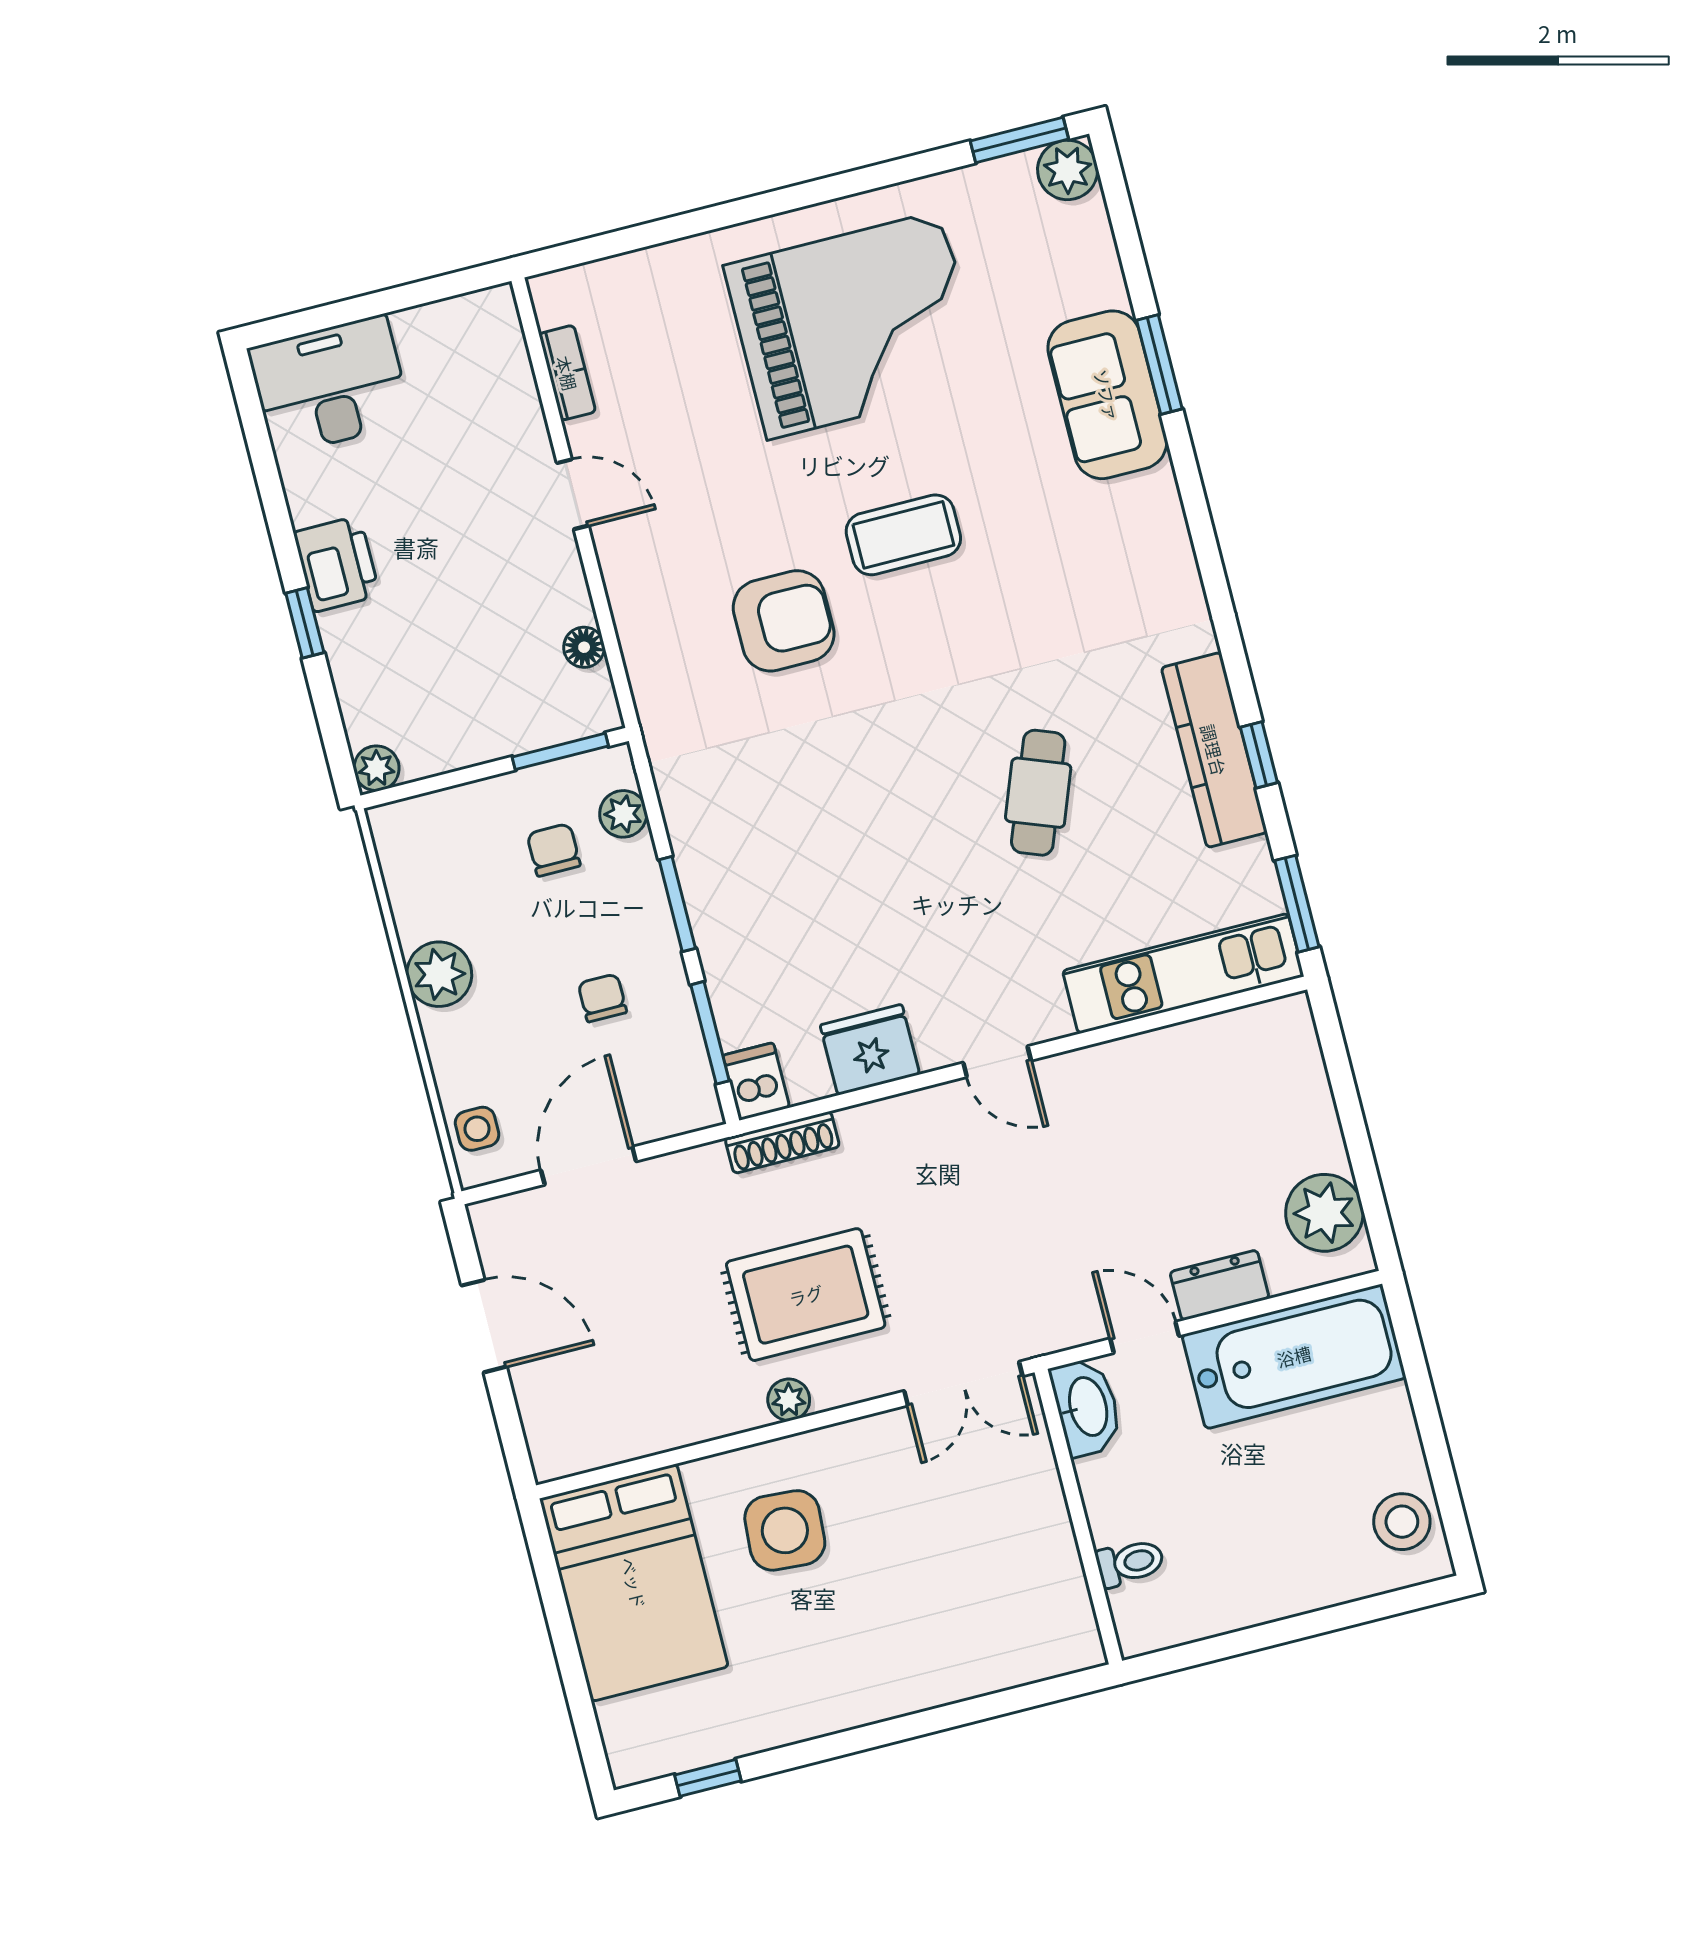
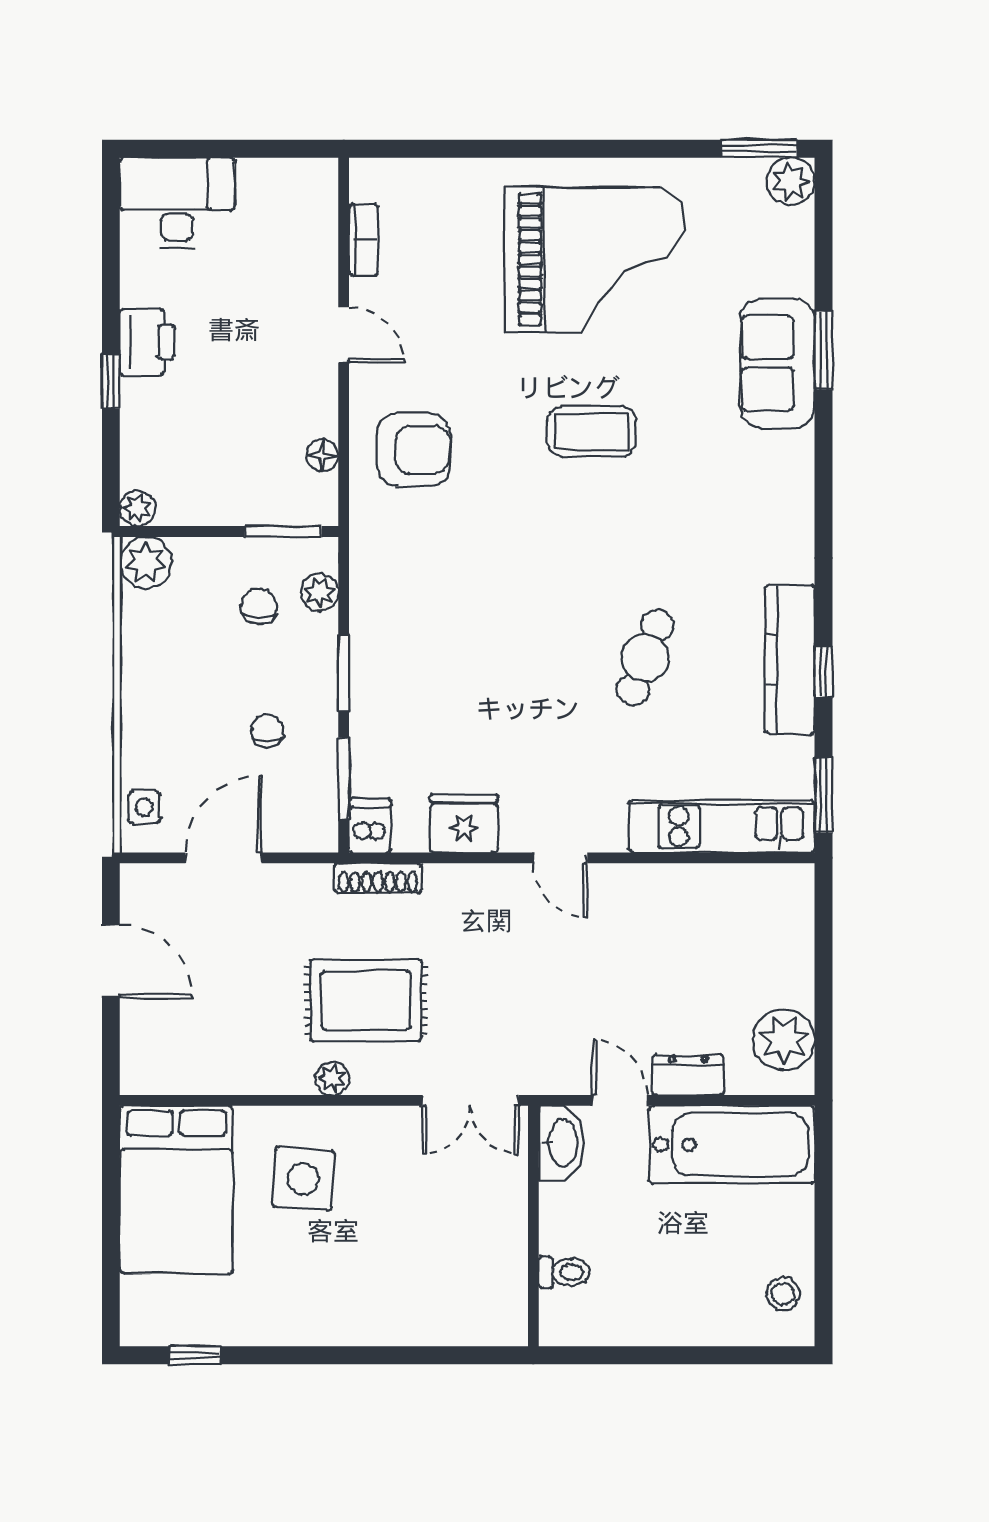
armchair: (784, 621) -> (414, 450), moved
plant: (439, 974) -> (146, 563), moved
stool: (1402, 1522) -> (783, 1294), width x0.73, depth x0.73

